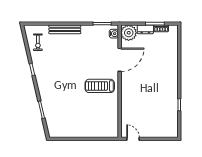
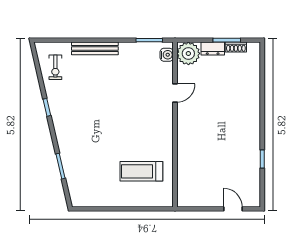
door: (120, 60) -> (175, 93), width x0.53
treadmill: (100, 86) -> (141, 171), moved
door: (133, 139) -> (233, 209), moved

